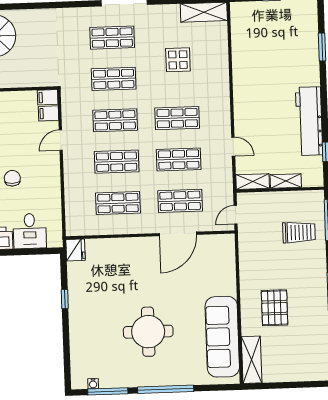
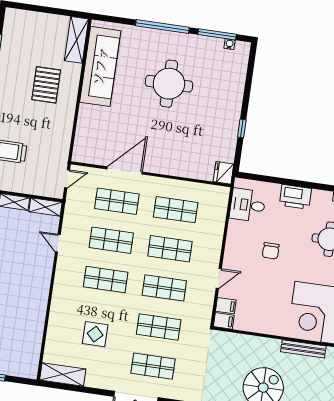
desk: (30, 231) -> (248, 205), moved, turned -90

